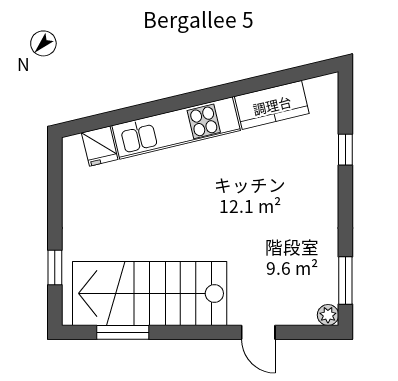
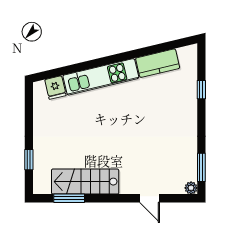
stairs: (150, 293) -> (85, 182), width x0.73, depth x0.66

